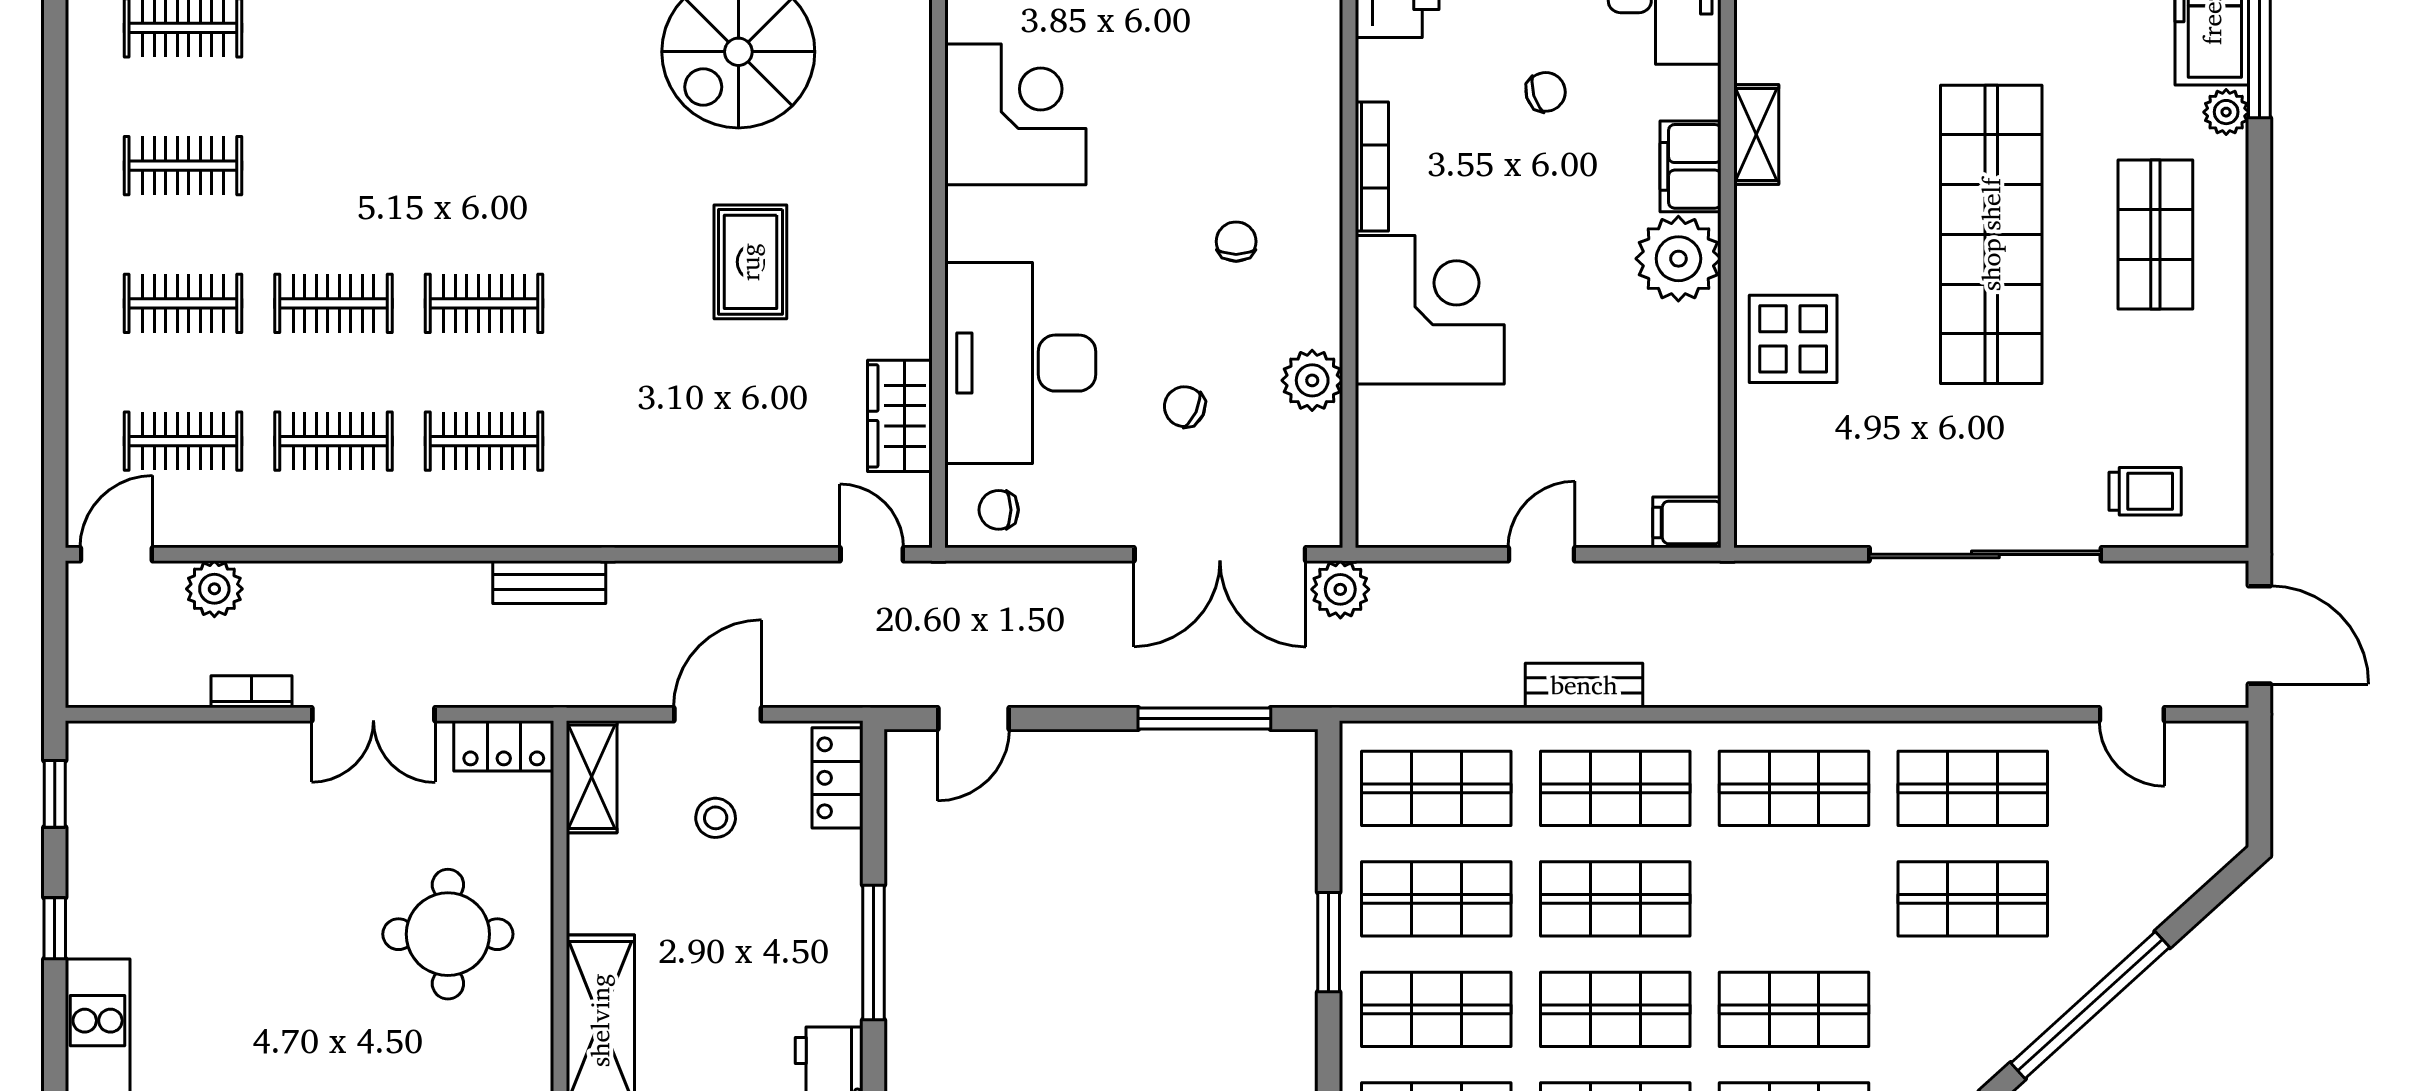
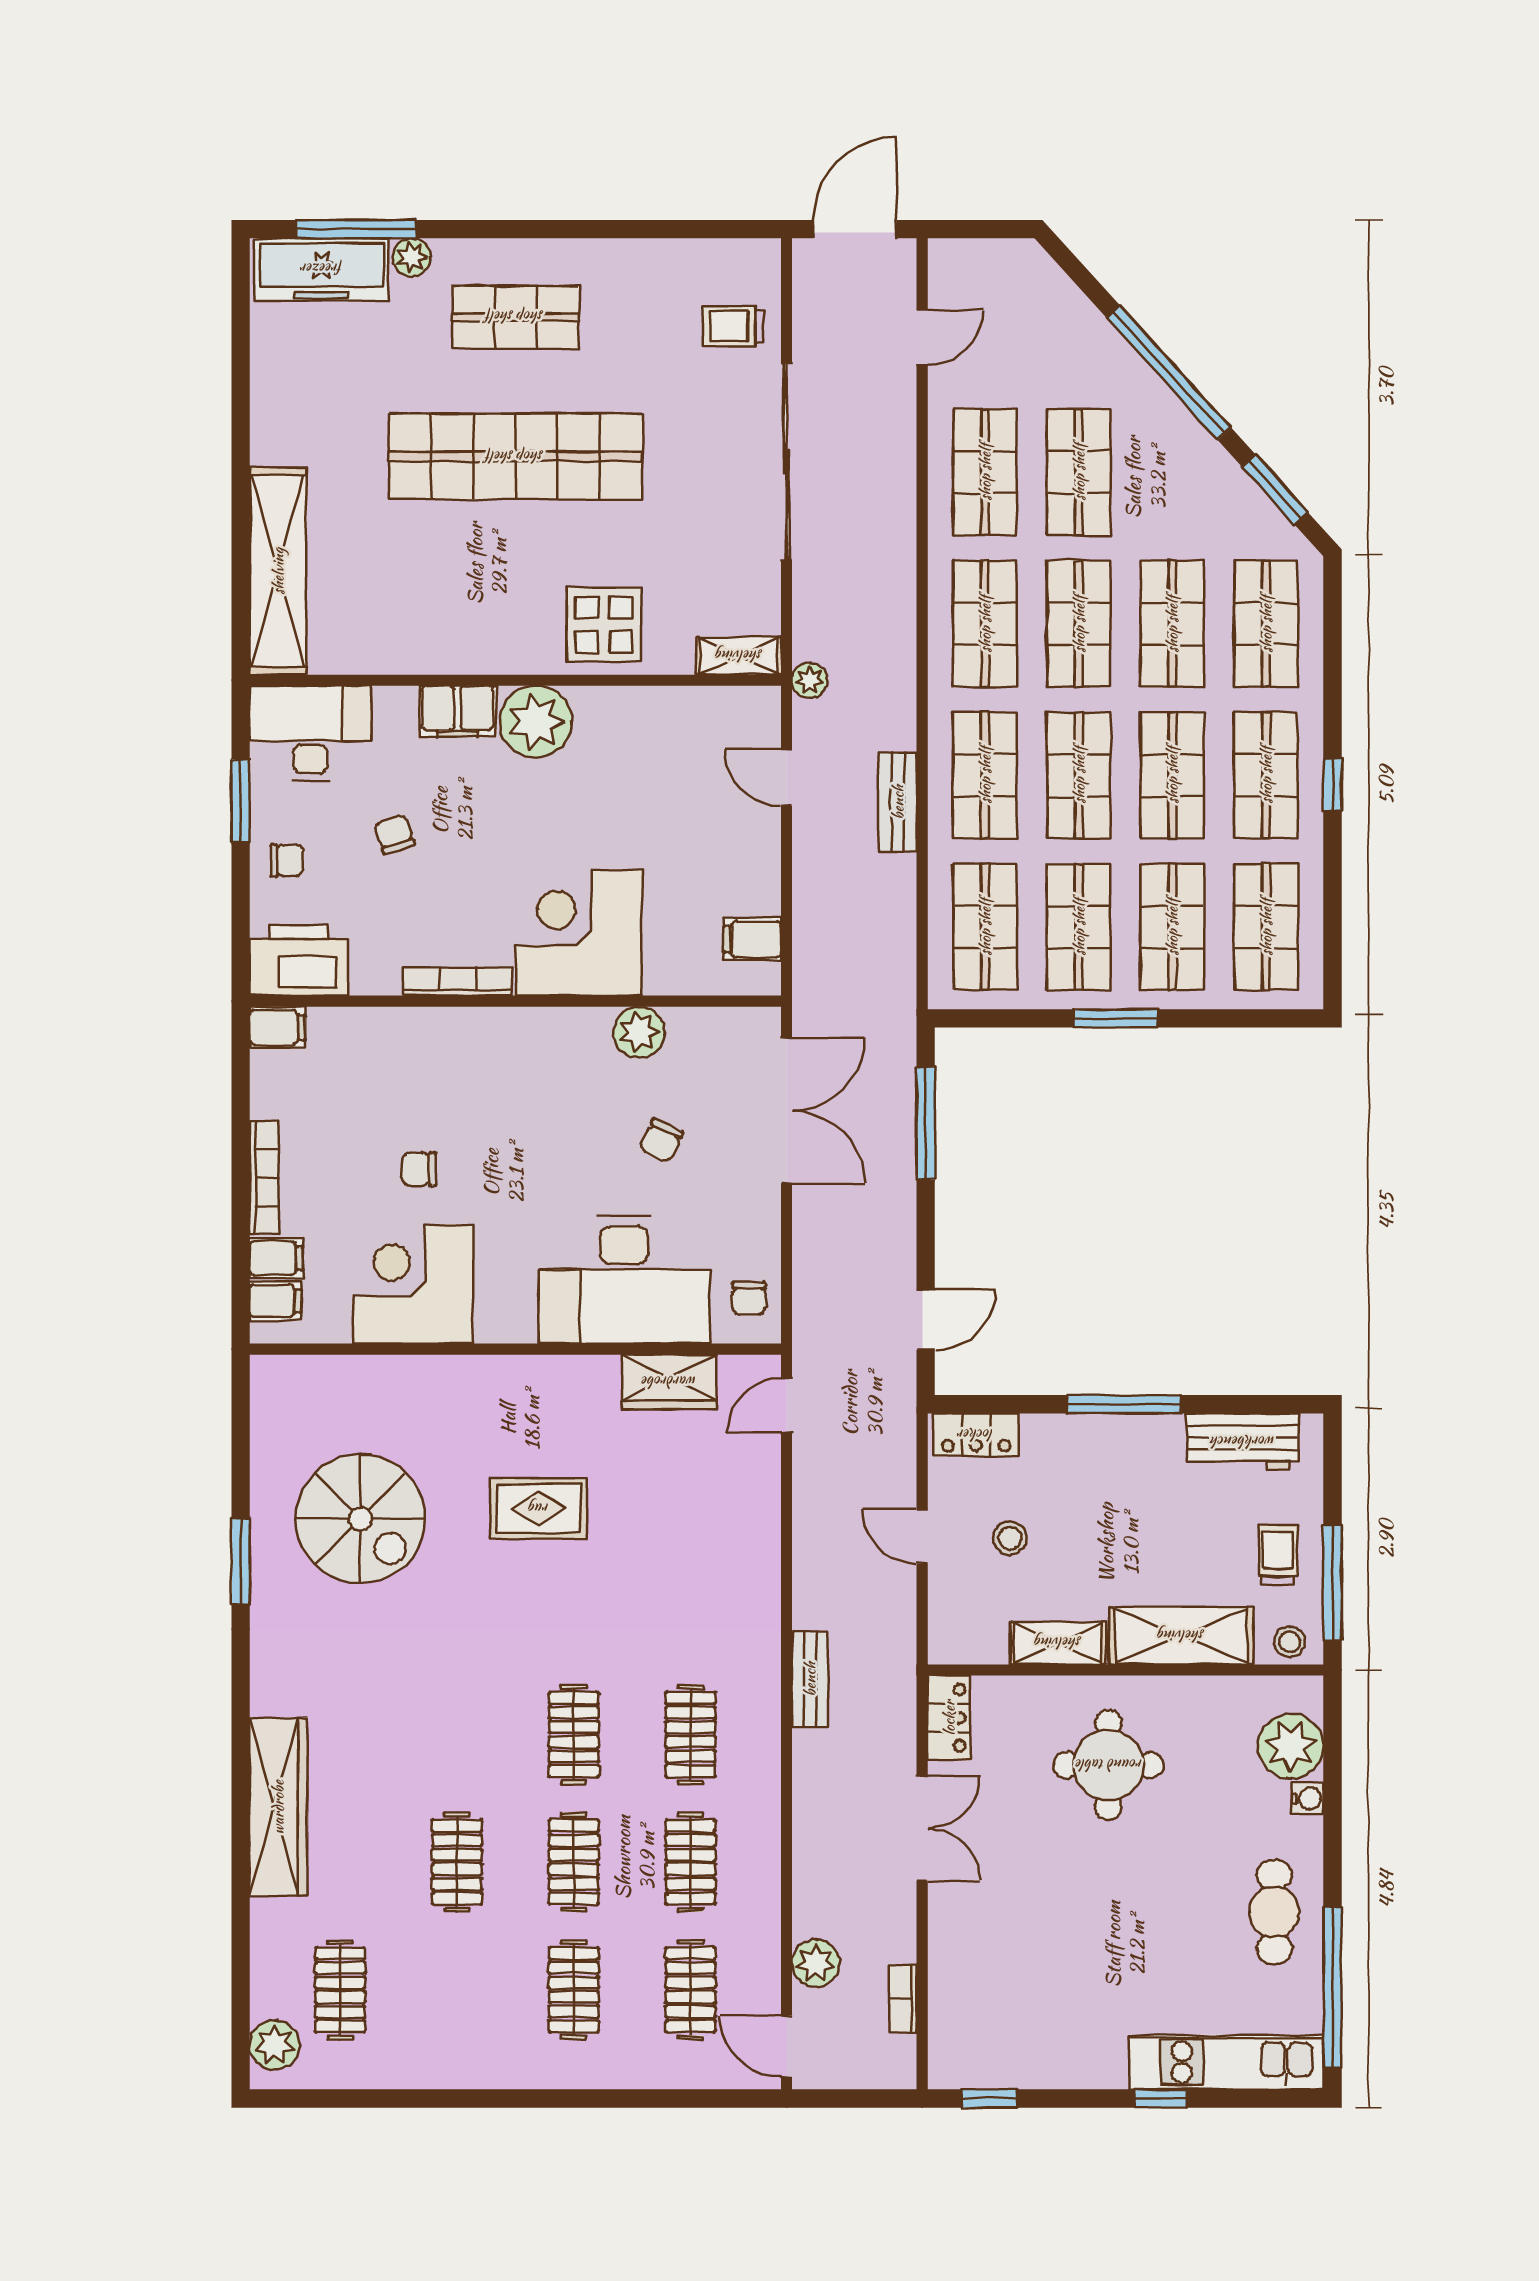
shelving: (1756, 135) -> (739, 656), moved
clothes rail: (183, 166) -> (457, 1862), moved
chair: (1236, 242) -> (419, 1169), moved
trolley: (2145, 491) -> (733, 326), turned -90
filing cabinet: (1687, 522) -> (752, 939), moved, turned 90
door: (1541, 554) -> (787, 777), moved
plant: (1340, 589) -> (810, 680), moved, width x0.73, depth x0.73
bookcase: (251, 692) -> (903, 1999), moved
door: (718, 714) -> (922, 1536), width x0.73
door: (973, 719) -> (926, 1319), hinge flipped
shelving: (592, 777) -> (1058, 1643), moved
shop shelf: (1794, 899) -> (1079, 624), added
window: (55, 928) -> (1161, 2098), moved

